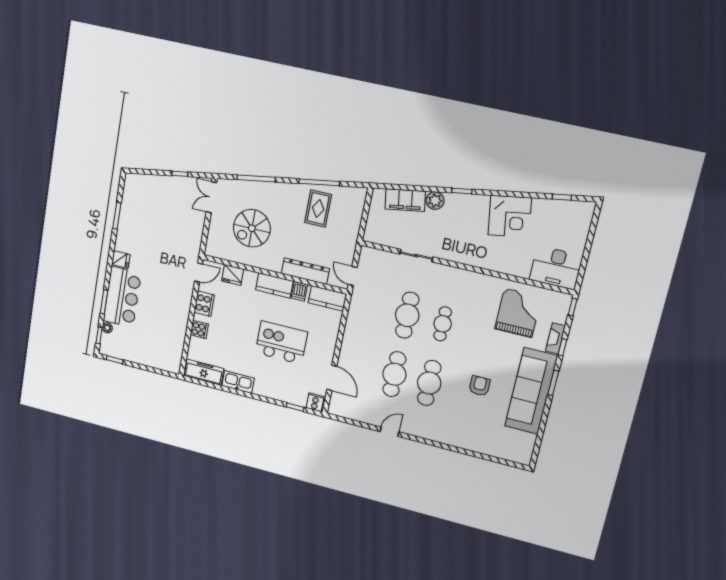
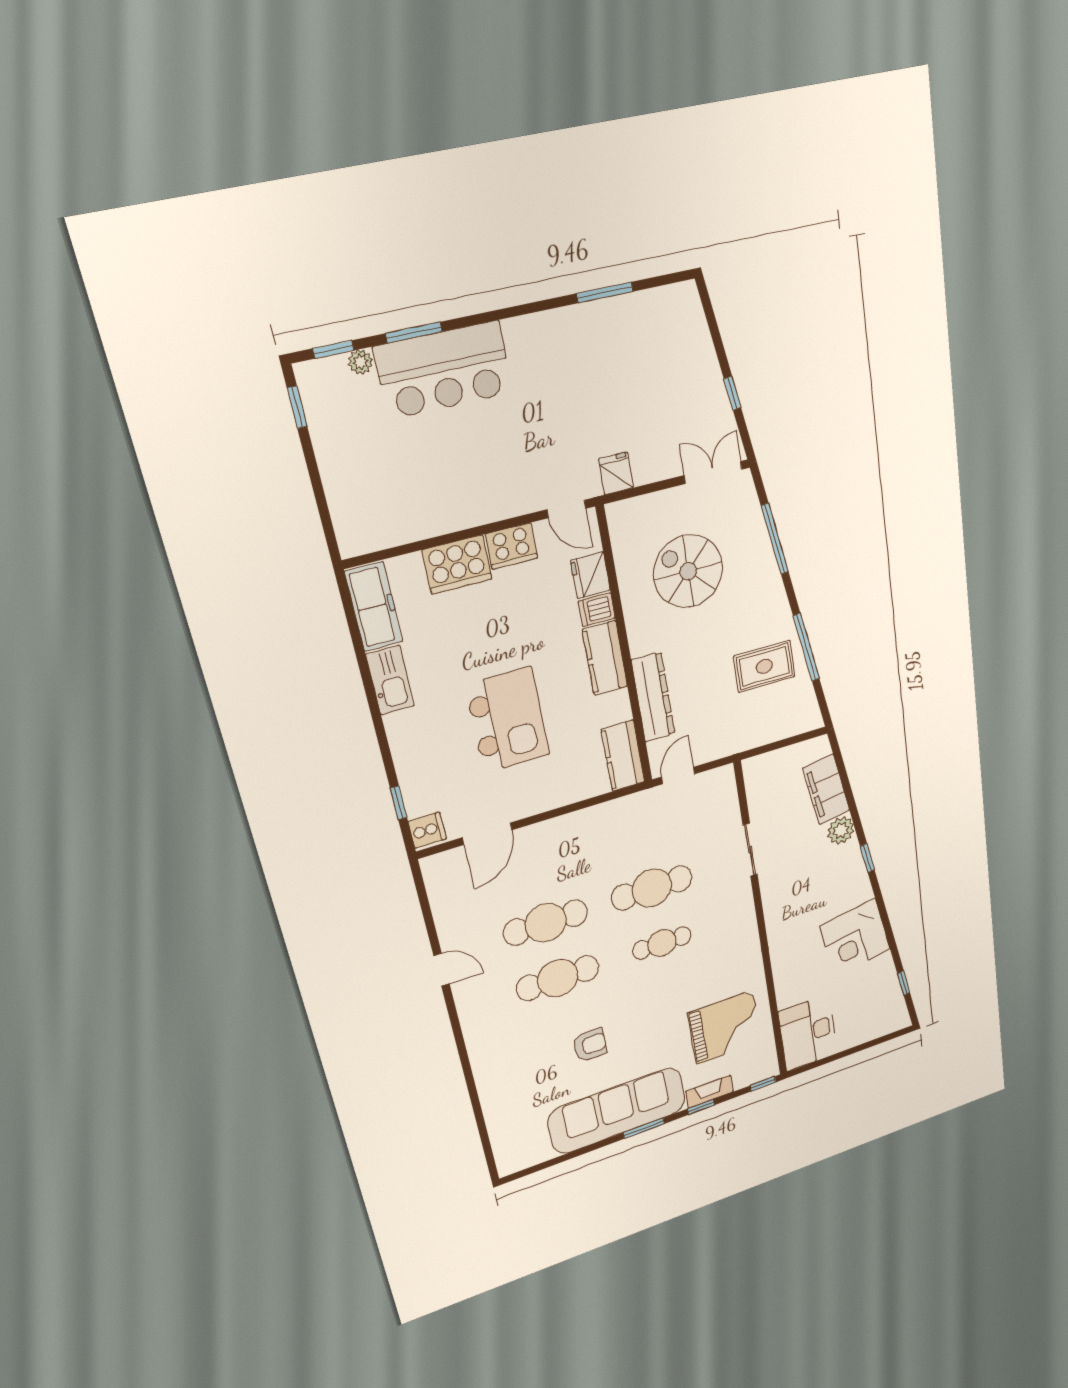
fridge: (121, 260) -> (616, 473), moved, turned 180
dishwasher: (299, 291) -> (597, 610), moved
cooker: (199, 330) -> (457, 565), width x1.87, depth x1.31

